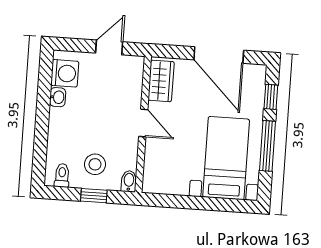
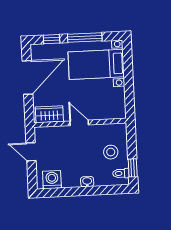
washbasin: (58, 97) -> (87, 182), moved
door: (143, 123) -> (79, 123), hinge flipped
bidet: (129, 181) -> (119, 128), removed
window: (94, 196) -> (133, 168), moved

